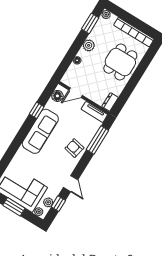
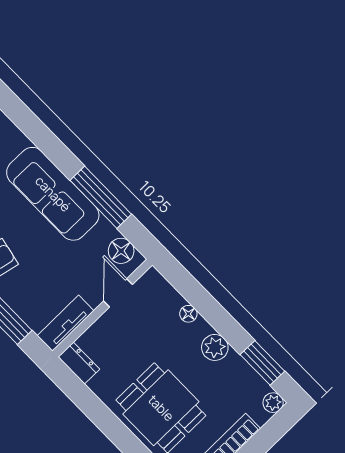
window: (37, 110) -> (101, 197), width x2.17

